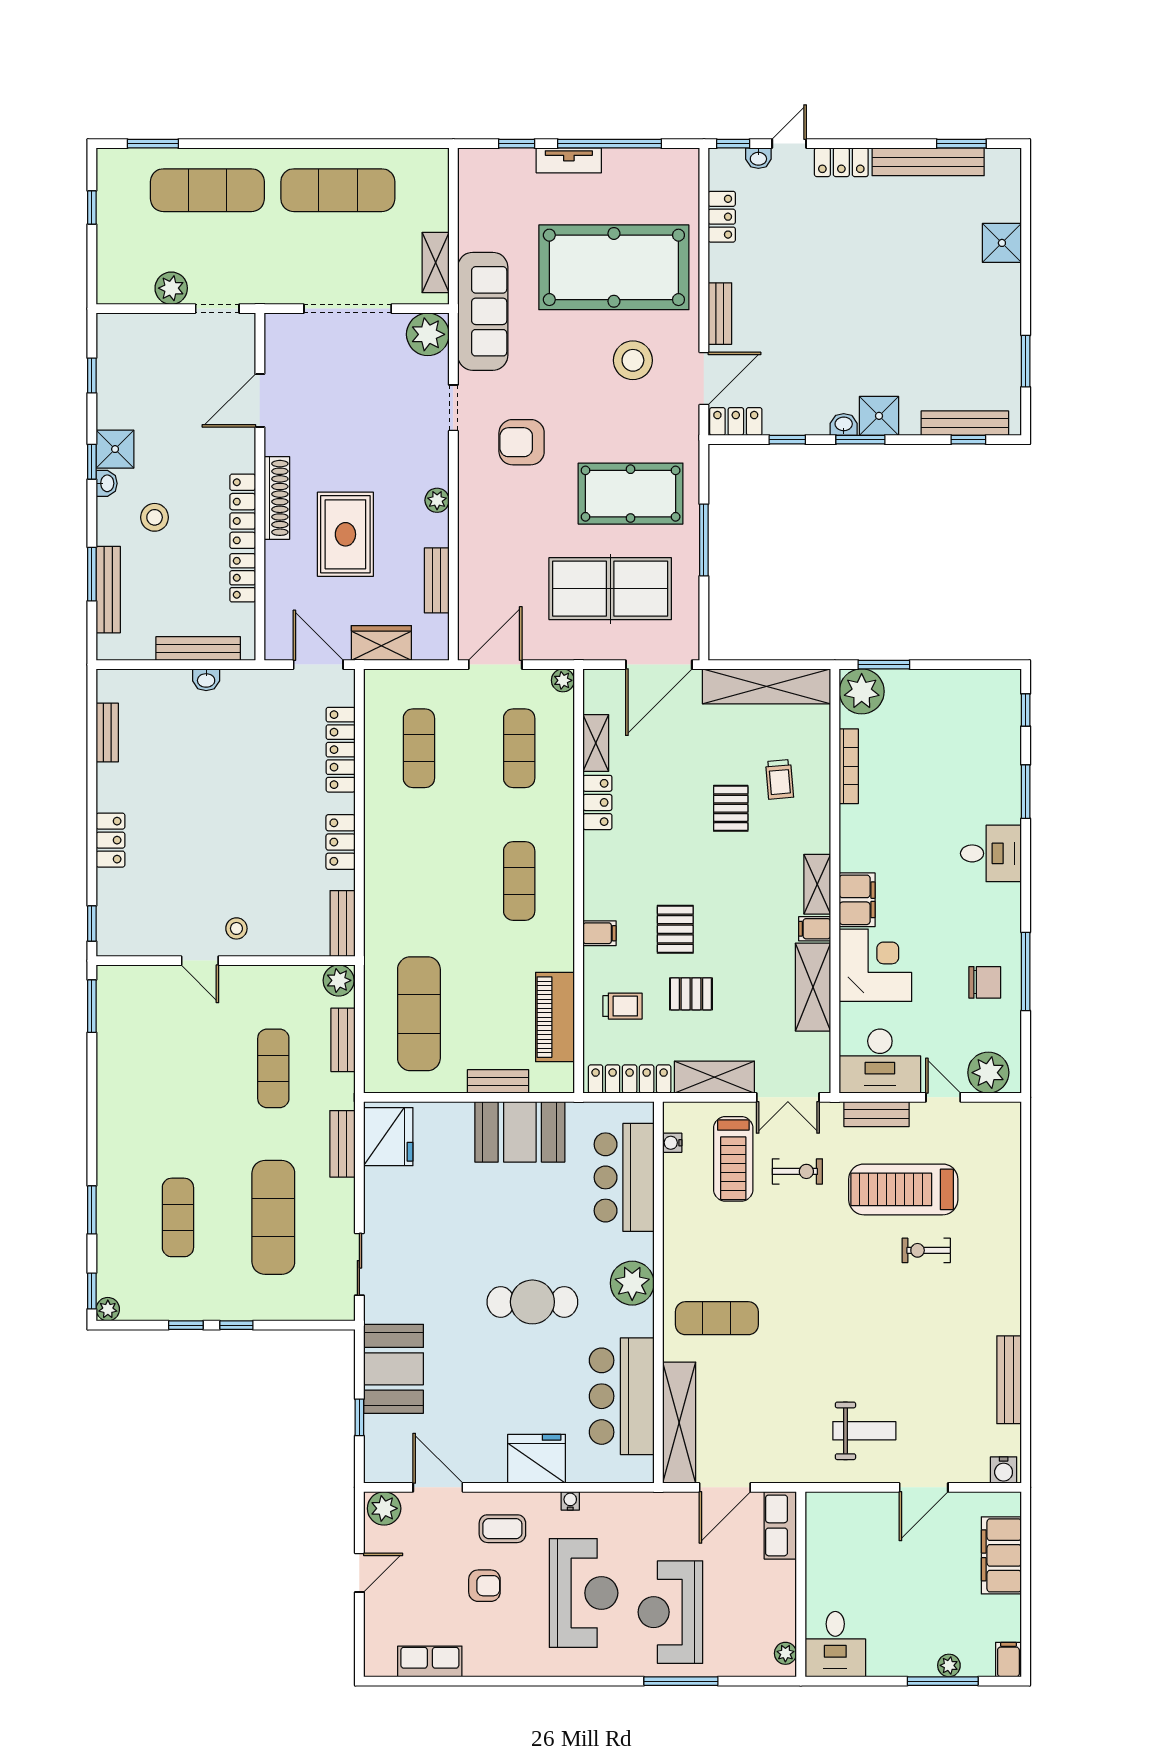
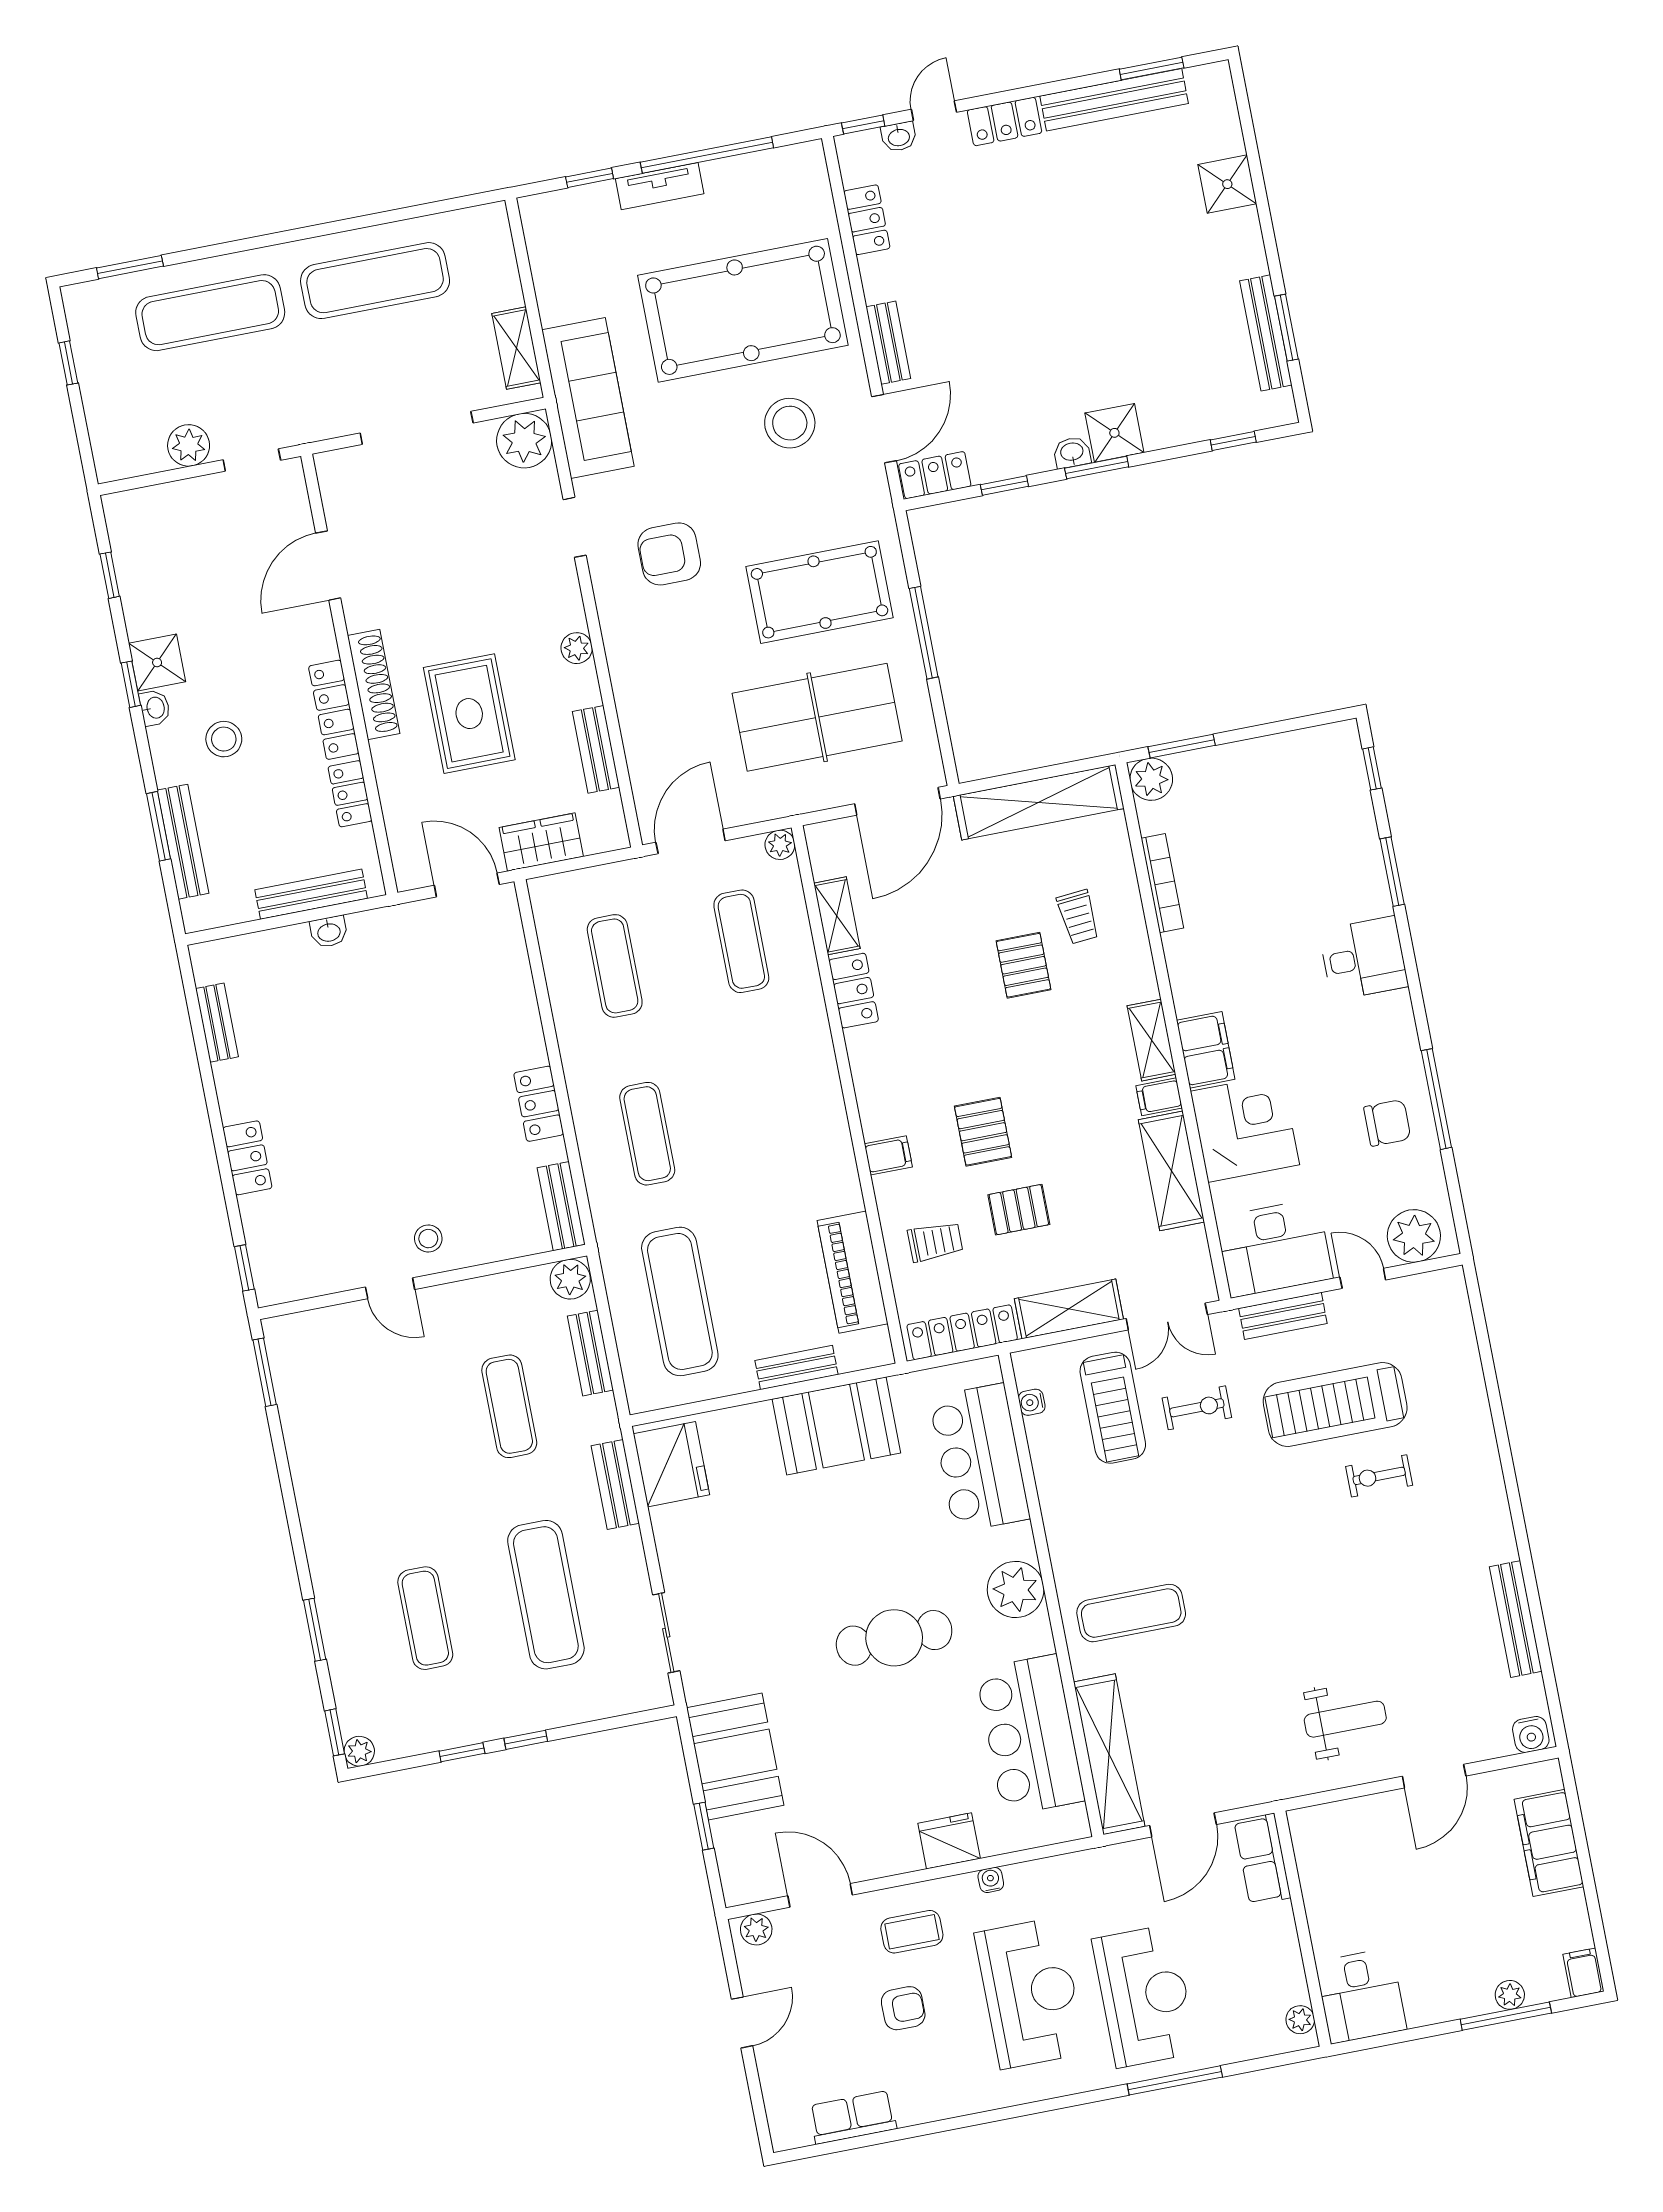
bench: (965, 423) -> (1266, 333), moved, turned 90
plant: (862, 691) -> (1151, 779), width x0.73, depth x0.73
locker: (341, 750) -> (516, 987), removed
exercise mat: (519, 881) -> (647, 1134), moved
fridge: (537, 1459) -> (949, 1841), width x0.73, depth x0.75
plant: (384, 1508) -> (756, 1929), width x0.73, depth x0.73
reception desk: (670, 1612) -> (1145, 1996), turned 180

